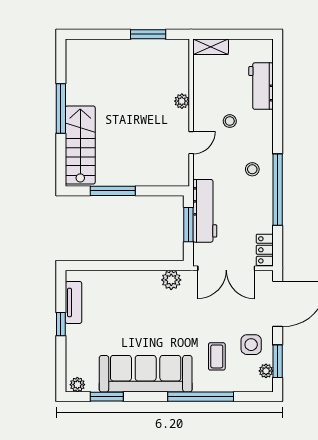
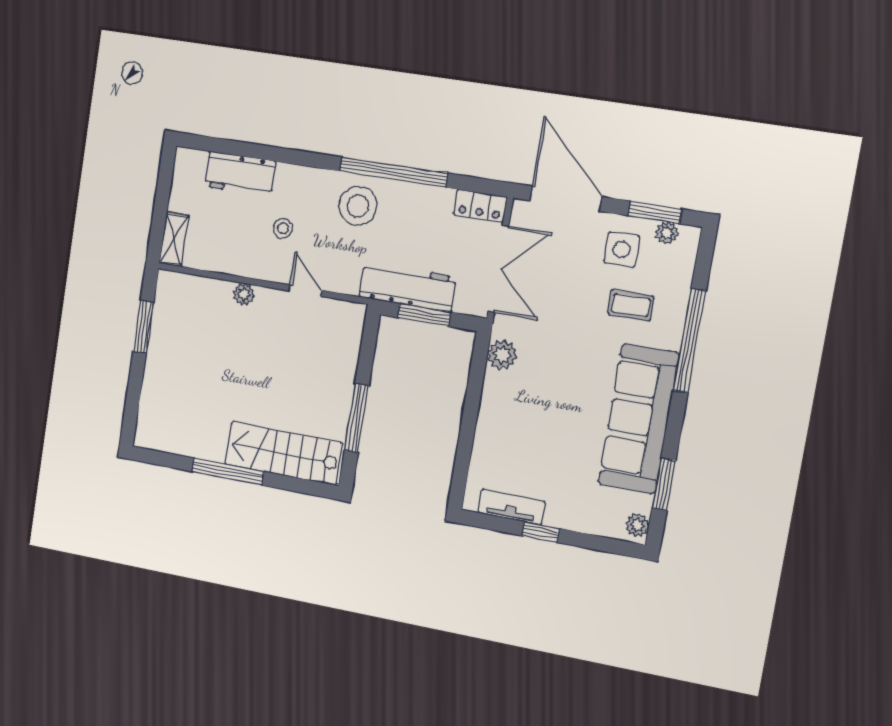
stool: (252, 169) -> (358, 206), width x1.89, depth x1.89

